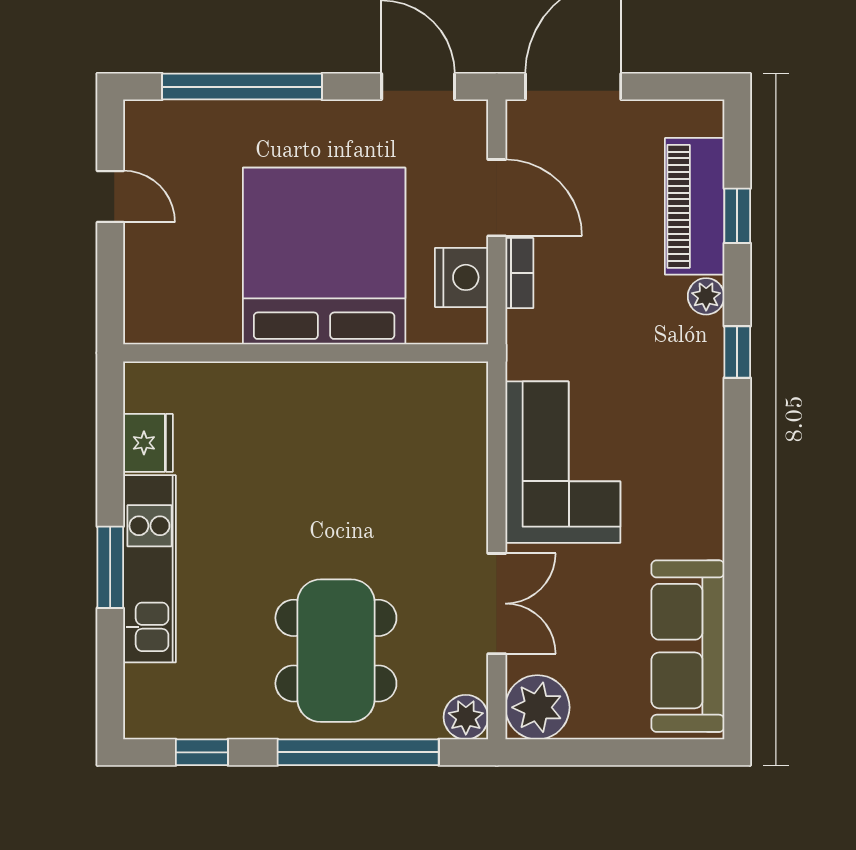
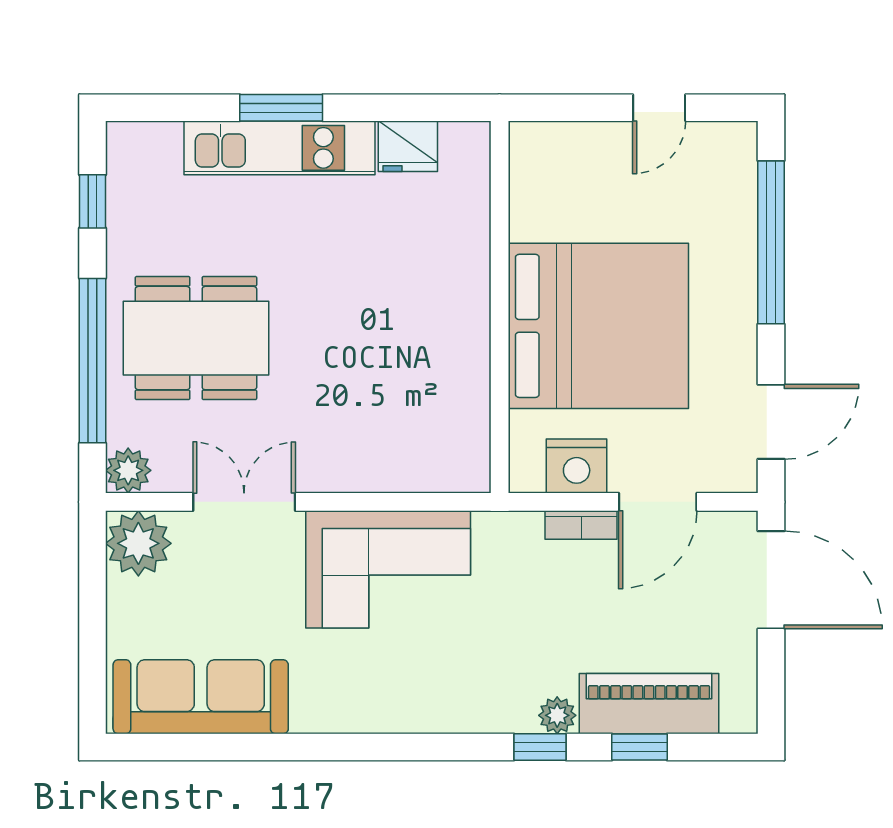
window: (737, 352) -> (540, 747), moved
double door: (497, 604) -> (244, 502), swing flipped

